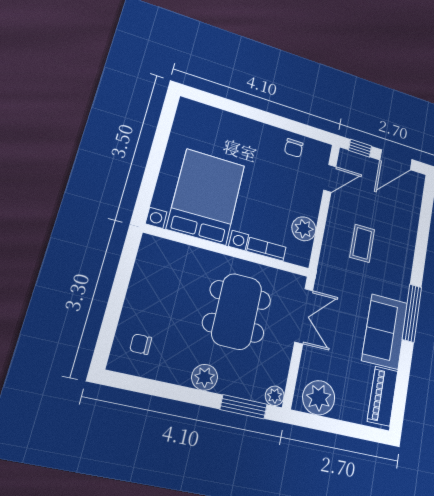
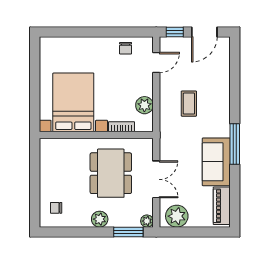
double door: (304, 316) -> (156, 179), moved

